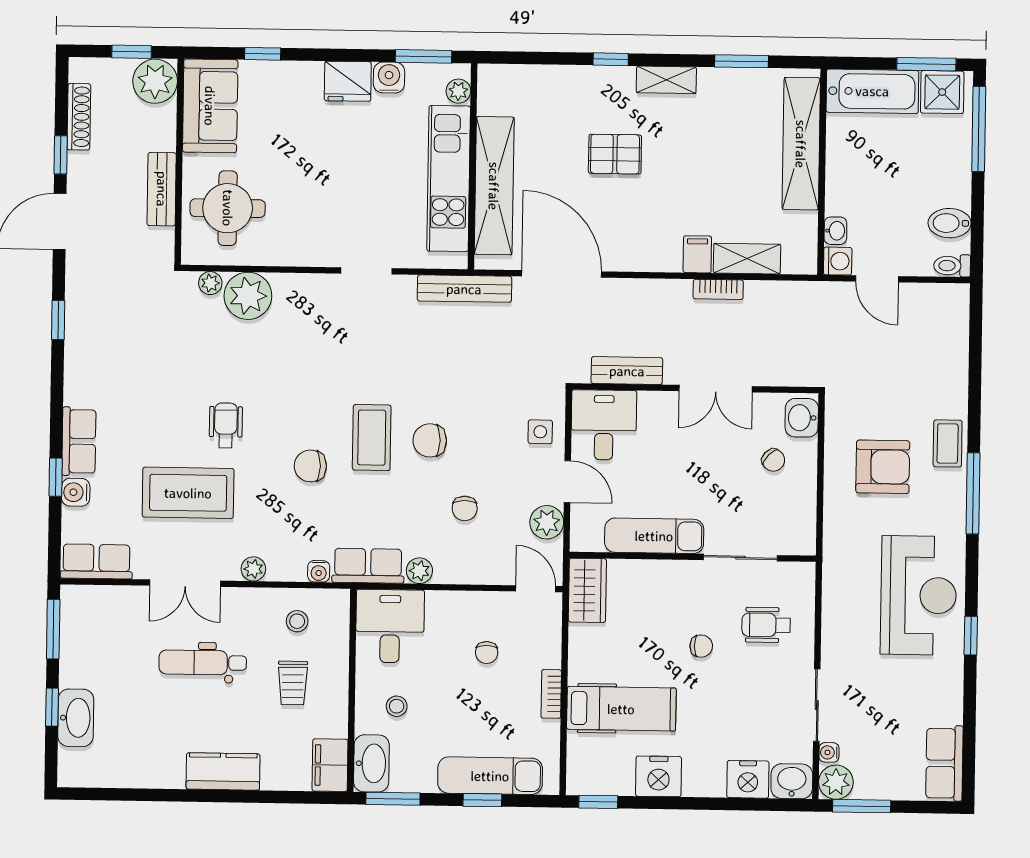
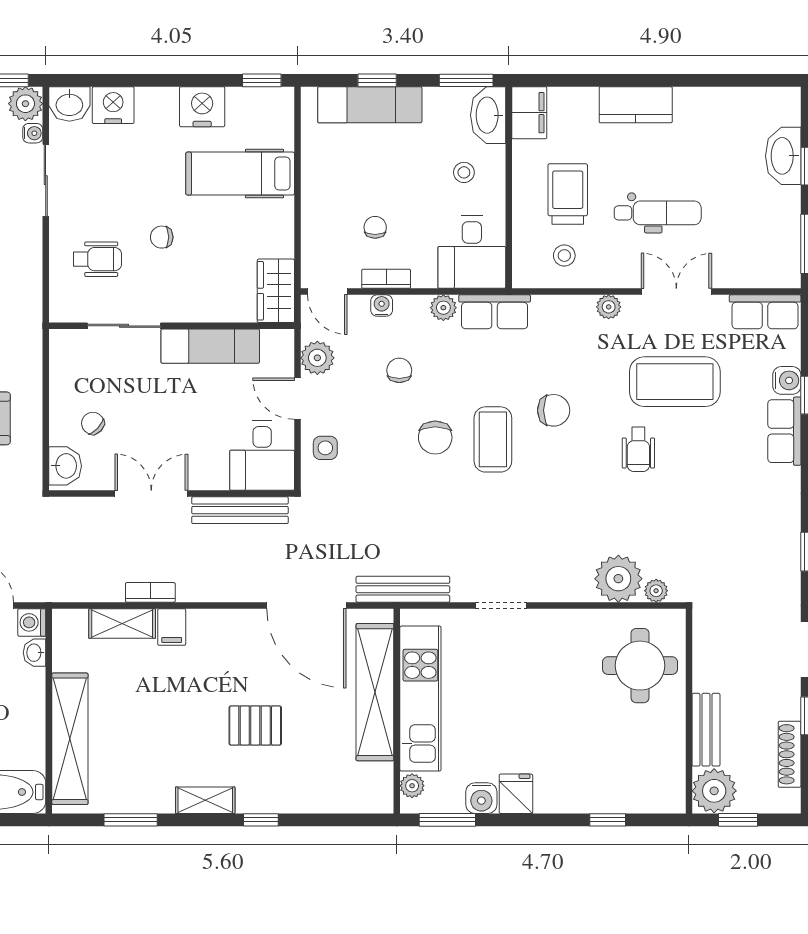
fridge: (348, 81) -> (516, 794), width x0.72
sofa: (210, 106) -> (659, 767), removed
bench: (162, 189) -> (706, 730), moved
bench: (627, 371) -> (240, 510), width x1.36
chair: (430, 440) -> (435, 438), turned 90
water cooler: (319, 571) -> (382, 306), moved
trolley: (293, 683) -> (568, 194), width x1.36, depth x1.39
bookcase: (551, 694) -> (386, 279), moved, turned -90

